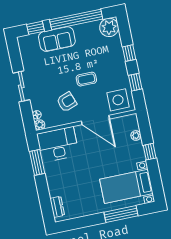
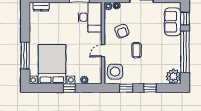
sofa: (57, 39) -> (173, 22), moved
door: (95, 120) -> (103, 51), width x0.53
bed with nightstands: (126, 186) -> (52, 64), width x1.36

